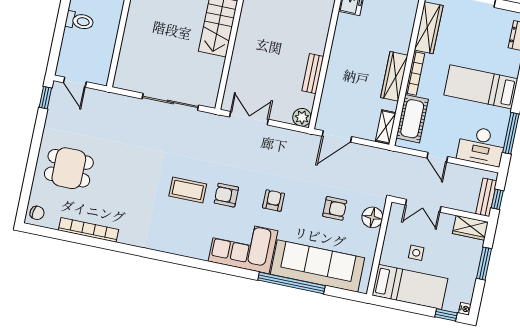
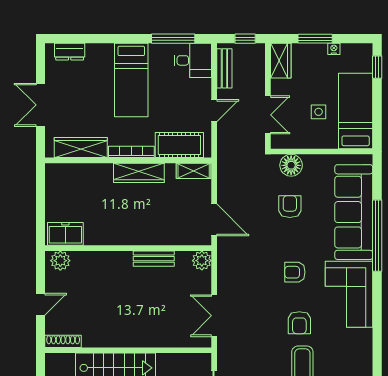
desk: (481, 146) -> (193, 60), width x0.73
bench: (486, 197) -> (224, 68), moved, turned 90
nightstand: (465, 309) -> (334, 49), moved

